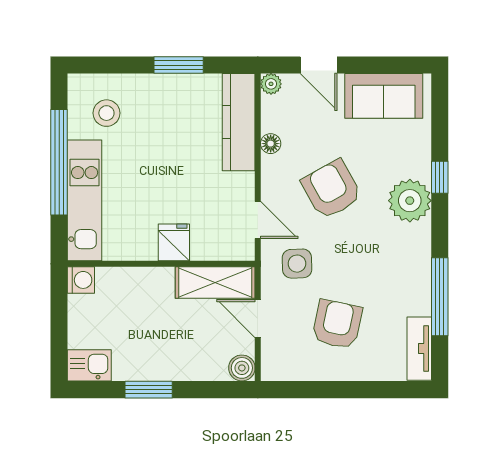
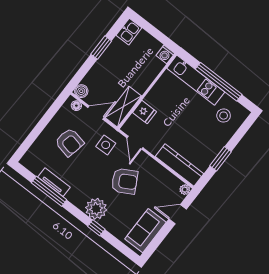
floor lamp: (271, 144) -> (76, 106), moved
door: (258, 220) -> (135, 143), hinge flipped
fridge: (174, 242) -> (144, 112), moved
tv unit: (419, 349) -> (54, 182), moved

